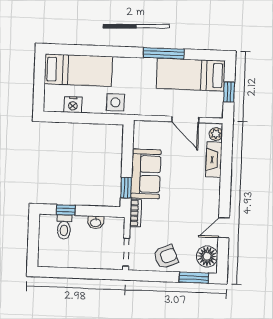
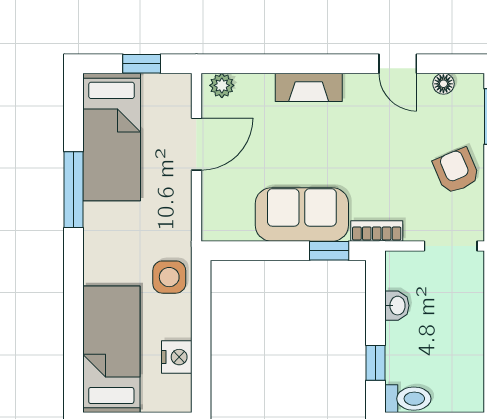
fireplace: (214, 160) -> (309, 87), moved
toilet: (64, 227) -> (408, 399), moved
floor lamp: (207, 256) -> (443, 84), width x0.53, depth x0.53

